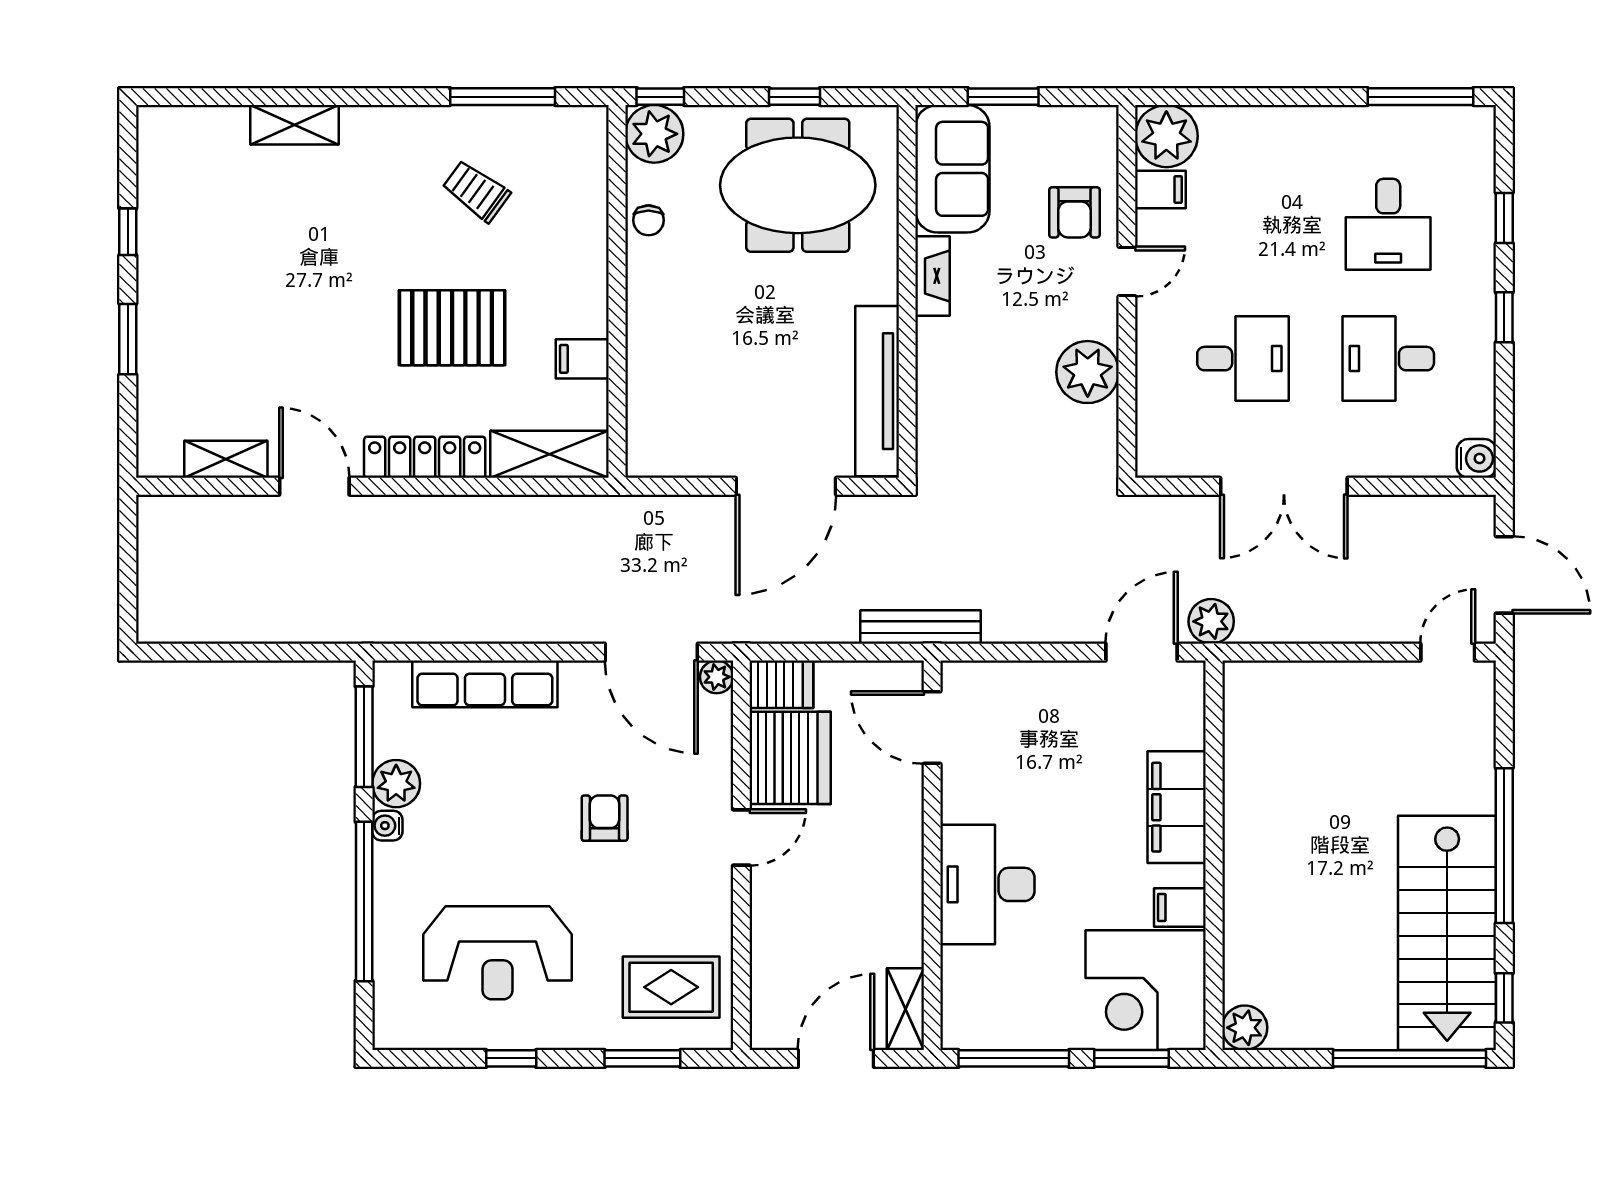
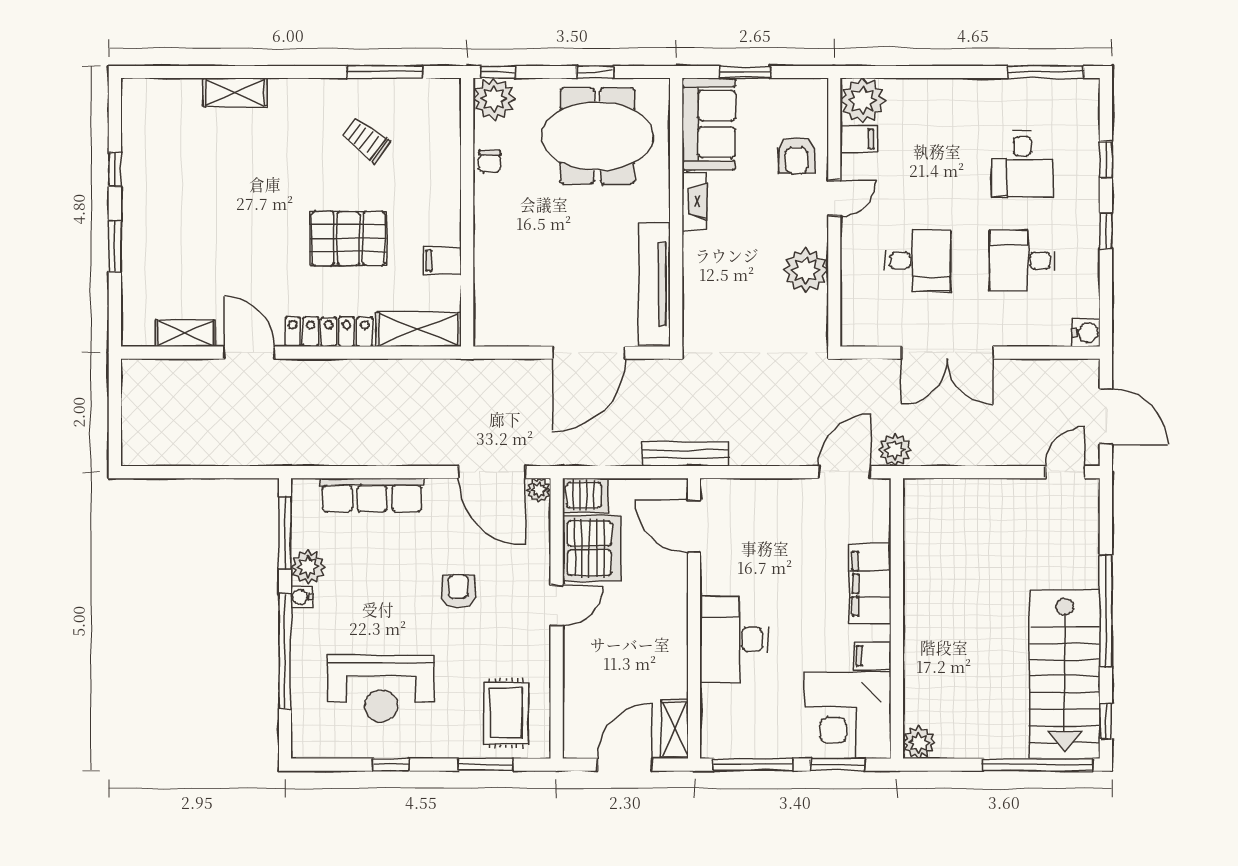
rug: (671, 987) -> (506, 713), turned 90

